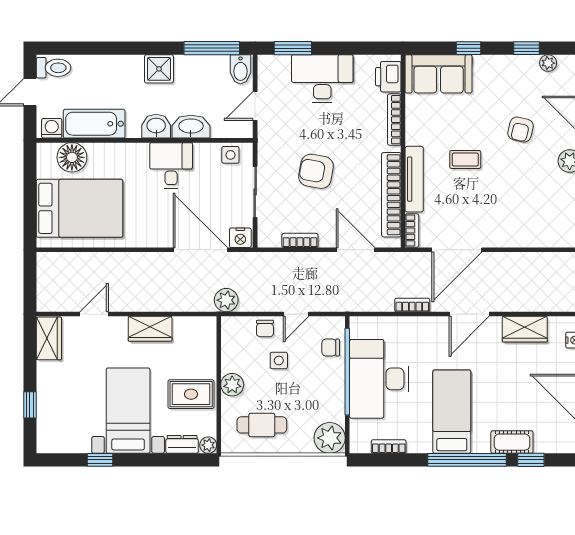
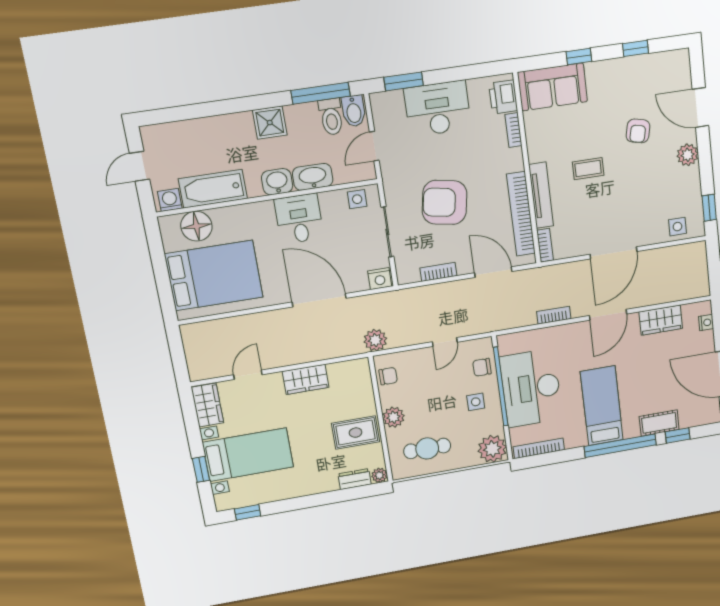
plant: (548, 63) -> (658, 61), removed
toilet: (54, 68) -> (331, 117), moved, turned 90
bookcase: (394, 120) -> (513, 130), width x0.64
armchair: (316, 171) -> (445, 202), width x1.36, depth x1.36
side table: (552, 233) -> (677, 227), added
door: (200, 250) -> (319, 300), moved
door: (457, 250) -> (614, 253), moved
chair: (265, 329) -> (388, 376), moved, turned -90
side table: (279, 360) -> (476, 402), moved
bed with nightstands: (128, 411) -> (248, 455), moved, turned 90
bookcase: (389, 447) -> (539, 448), width x1.56
window: (100, 460) -> (248, 512), moved

